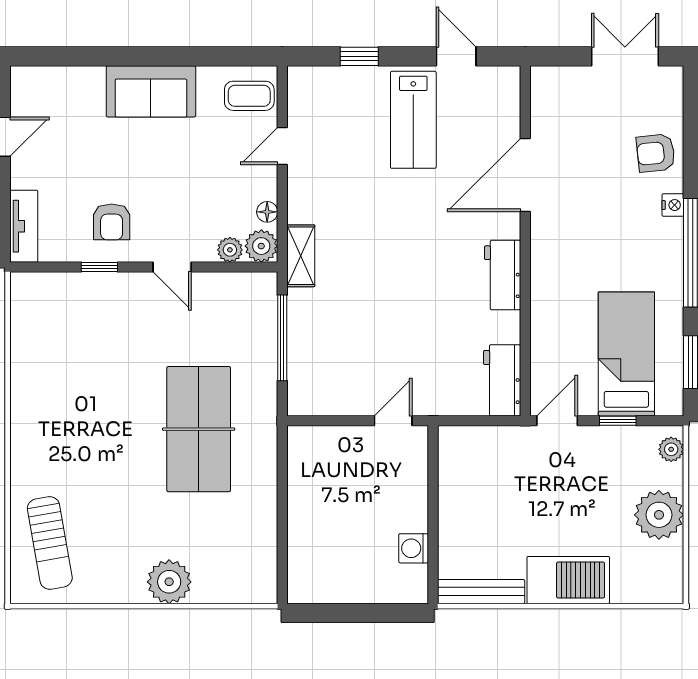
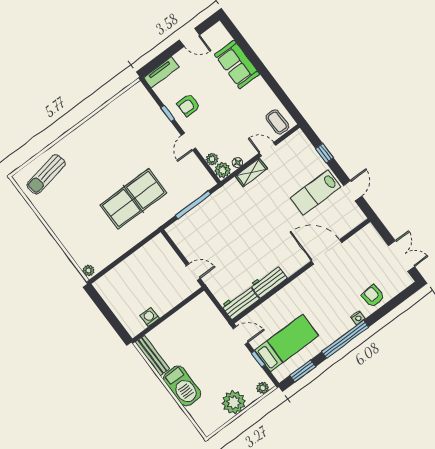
sofa: (151, 91) -> (237, 64), moved
shelving: (301, 256) -> (251, 172), moved
workbench: (503, 275) -> (269, 281), moved
plant: (169, 582) -> (88, 270), moved, width x0.53, depth x0.53

